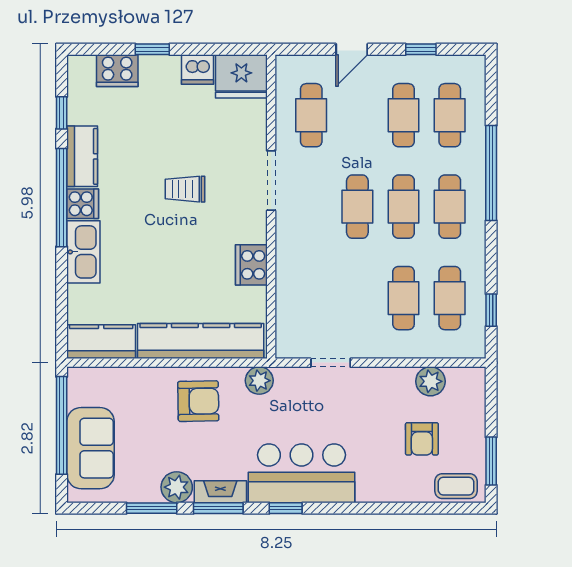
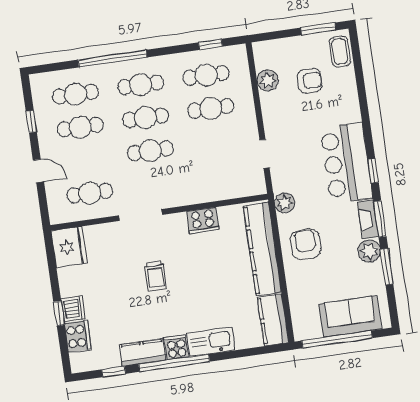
dishwasher: (197, 70) -> (73, 309), moved

